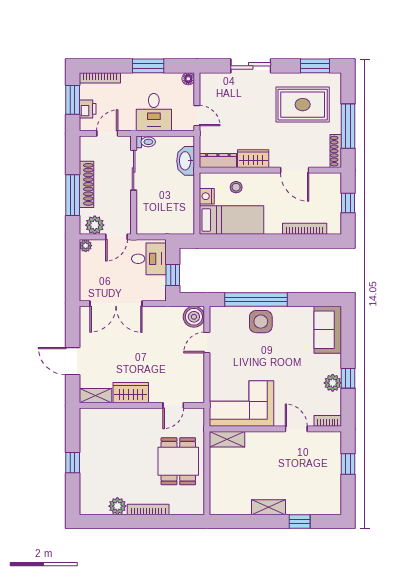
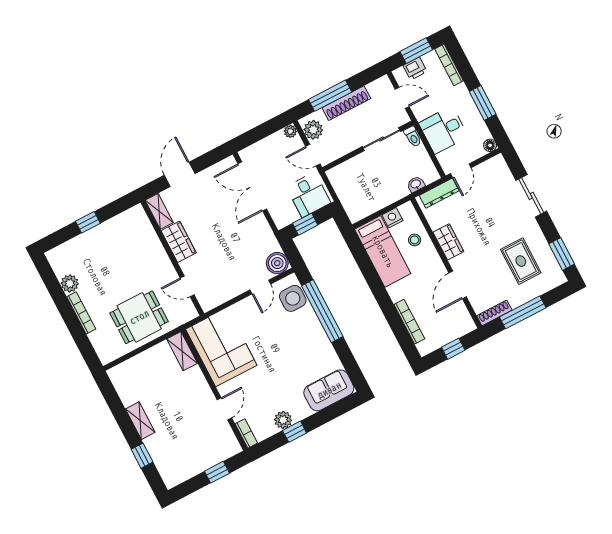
rug: (303, 105) -> (521, 261), width x0.73, depth x0.70
dresser: (218, 160) -> (439, 193), moved, turned 90
washbasin: (186, 161) -> (416, 184), width x0.52, depth x0.69
side table: (261, 322) -> (293, 298), moved
door: (207, 342) -> (260, 287), swing flipped

